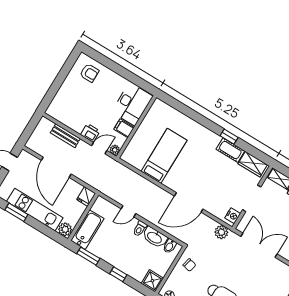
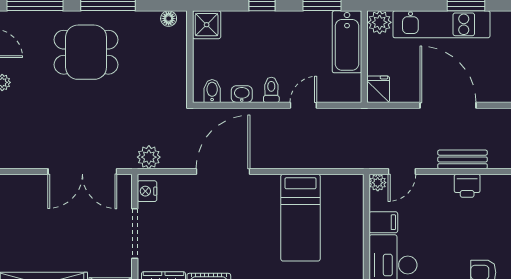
printer: (90, 133) -> (467, 186), moved
washbasin: (155, 237) -> (242, 94), width x0.52, depth x0.69
chair: (189, 265) -> (166, 81), removed

